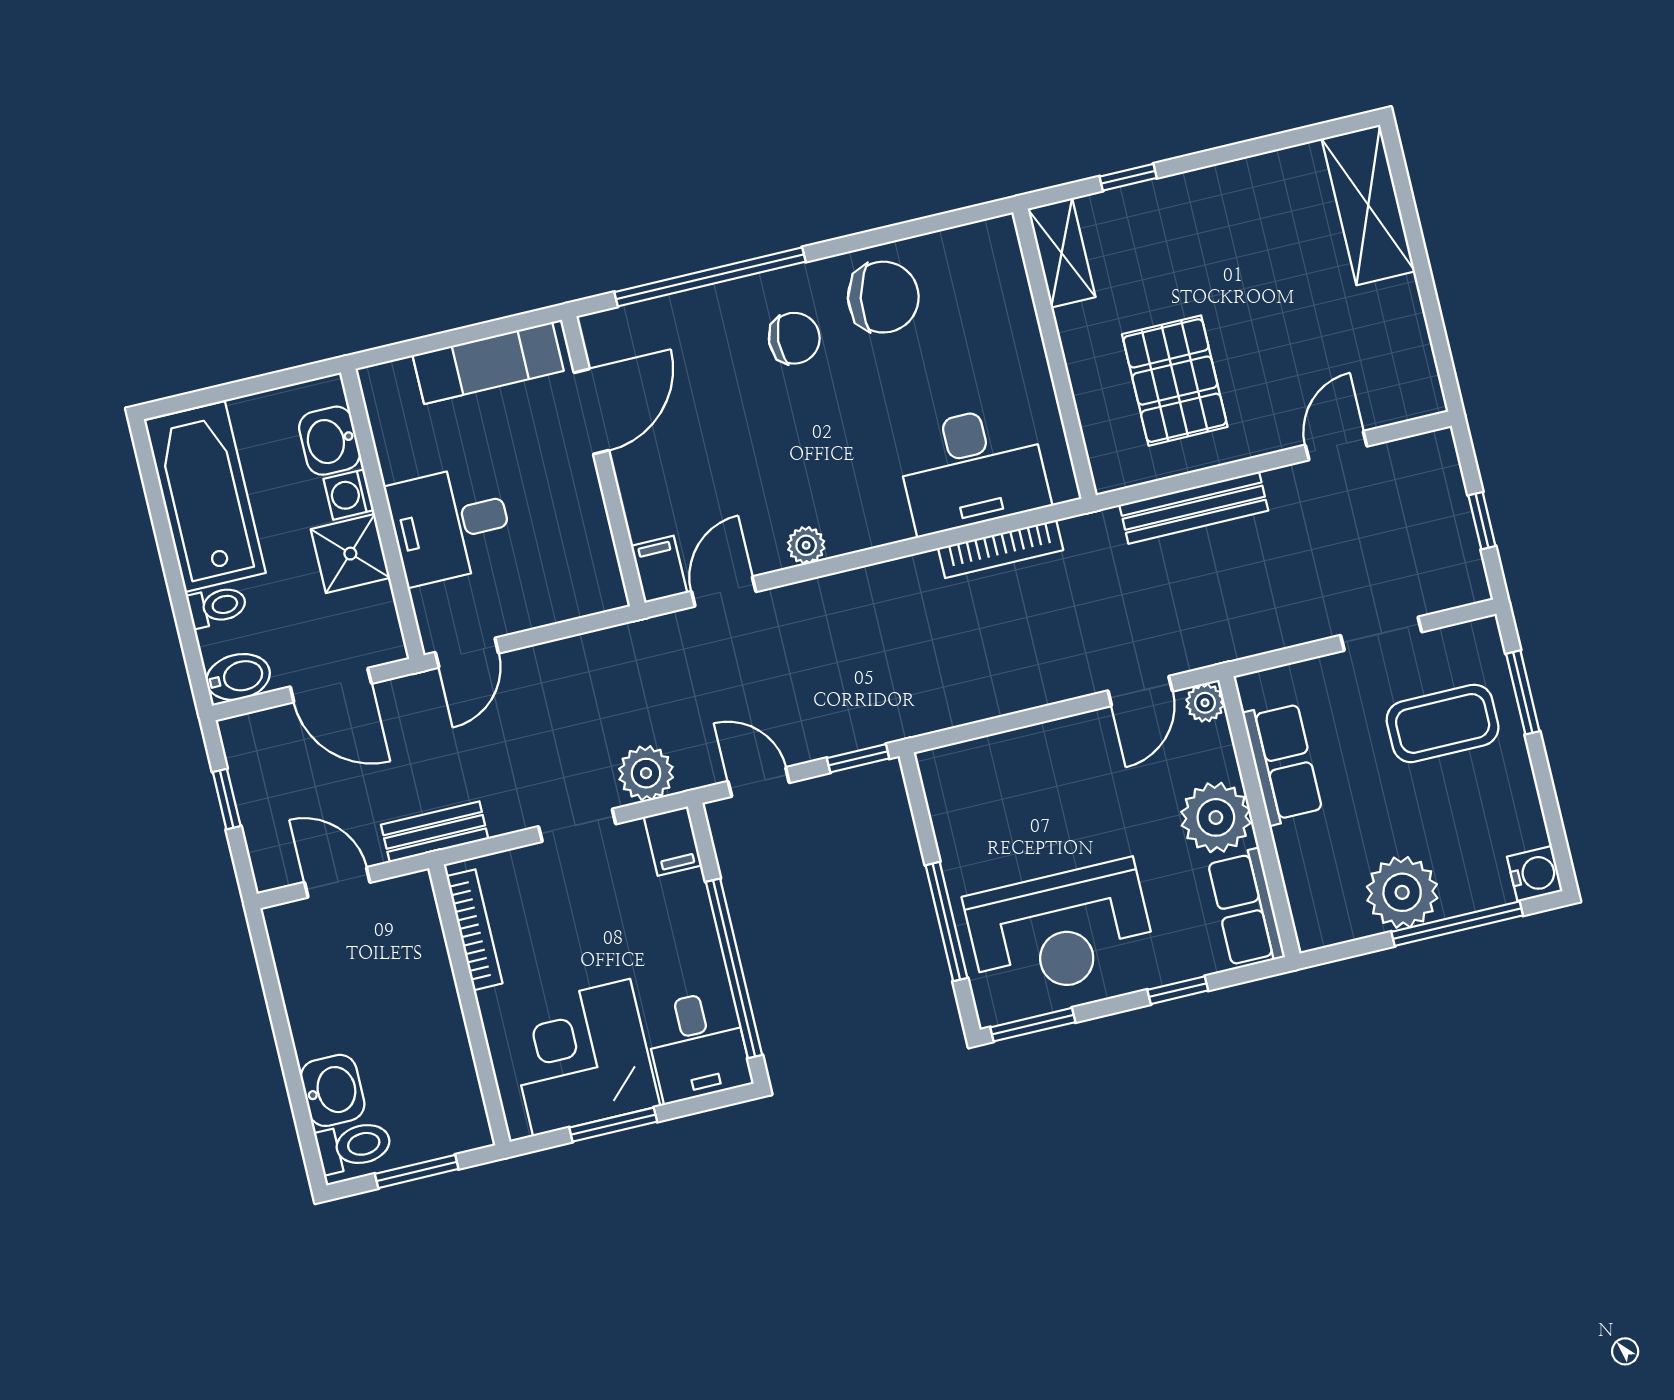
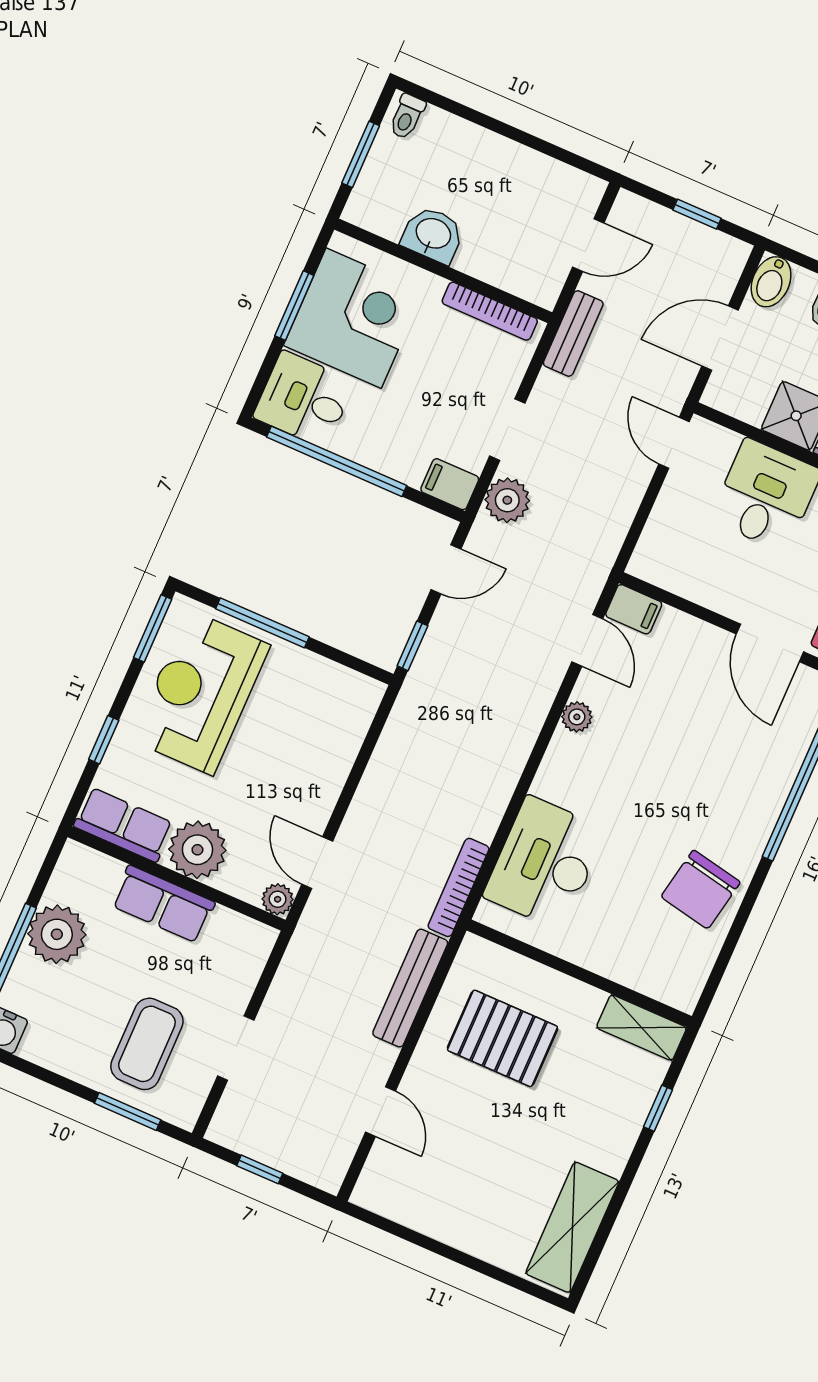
shelving: (1368, 205) -> (572, 1227), moved, turned 90
chair: (794, 338) -> (718, 811), removed
bookcase: (1001, 549) -> (459, 887), moved
row of seats: (1283, 763) -> (163, 904), moved
washbasin: (333, 1090) -> (433, 235), moved, turned 180
toilet: (354, 1146) -> (407, 116), width x0.73, depth x0.72

